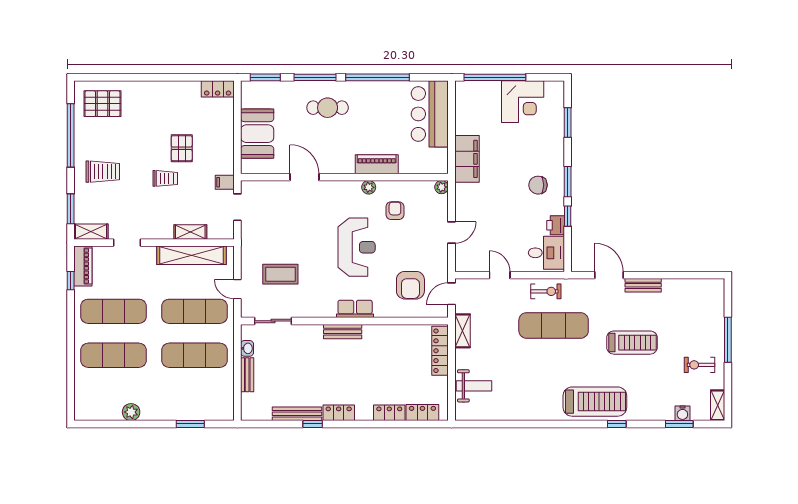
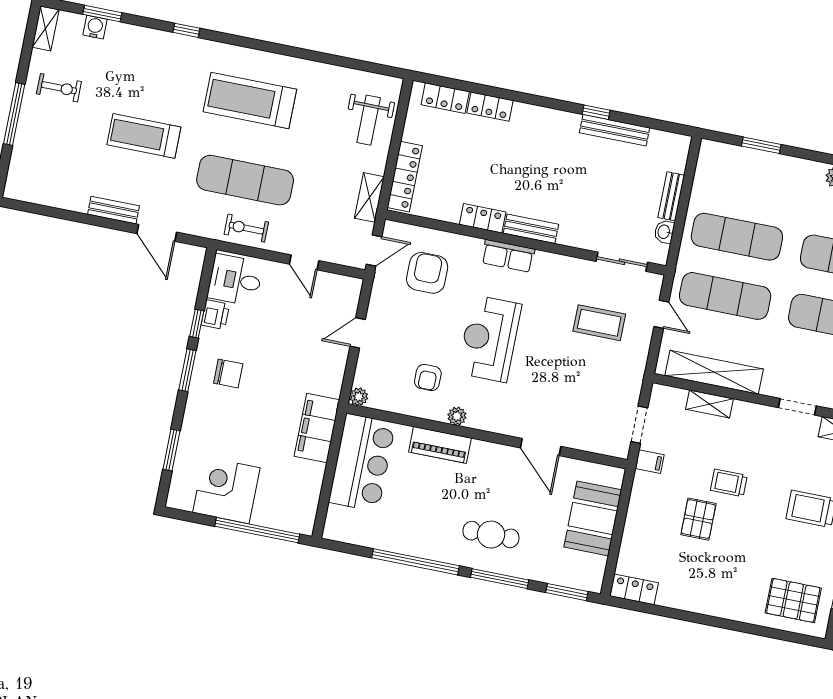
bar counter: (430, 114) -> (362, 463), moved
weight bench: (474, 386) -> (369, 120), turned -90
treadmill: (595, 402) -> (250, 100), moved
locker: (339, 413) -> (483, 218), moved, turned 180

